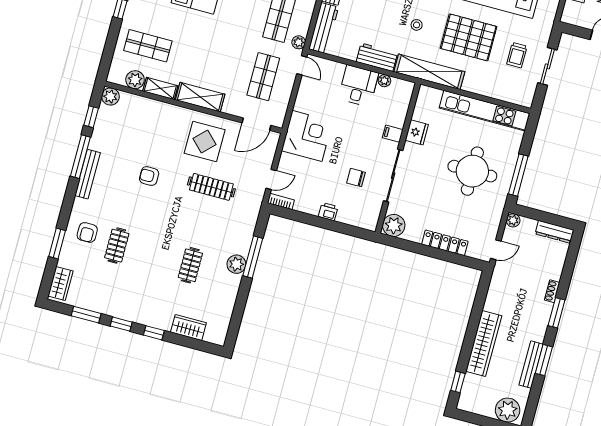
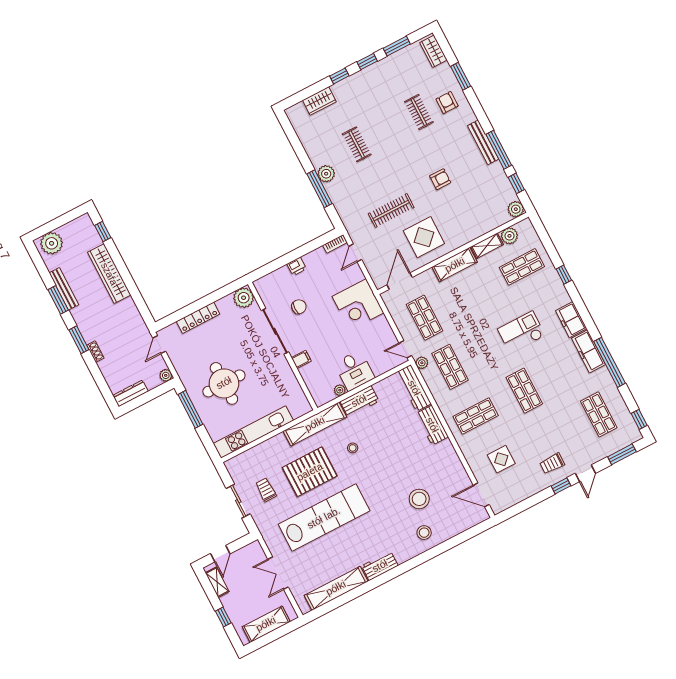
fridge: (417, 132) -> (286, 375), removed

